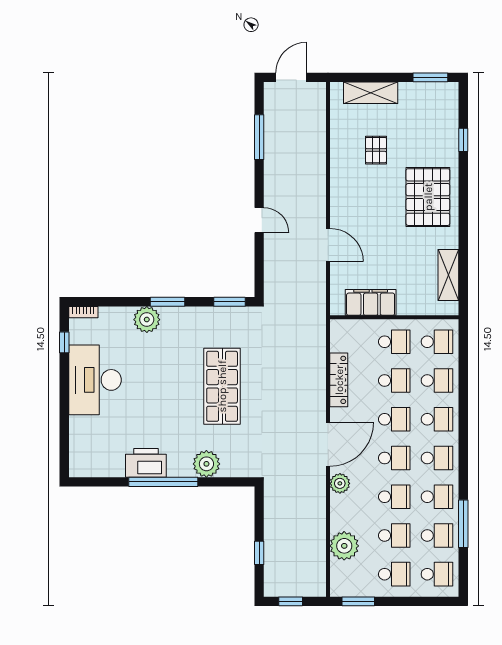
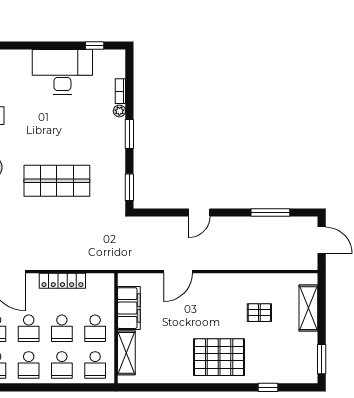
shelving: (448, 275) -> (126, 353), moved, turned 90
bookcase: (83, 312) -> (120, 91), moved
plant: (147, 320) -> (119, 111), width x0.53, depth x0.53

